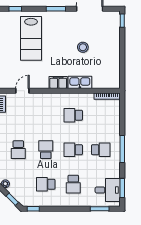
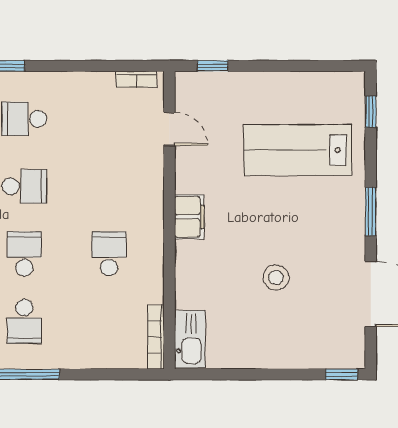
kitchen sink: (80, 82) -> (190, 339), moved

